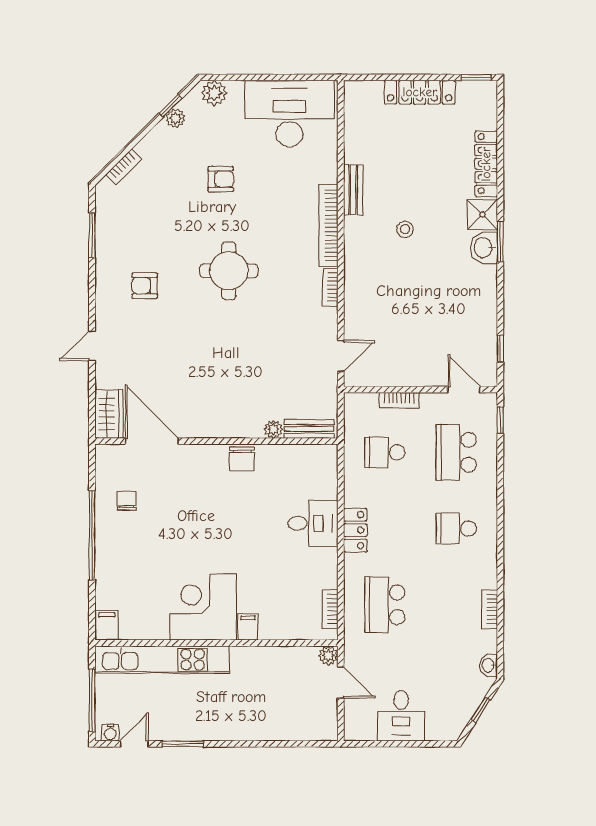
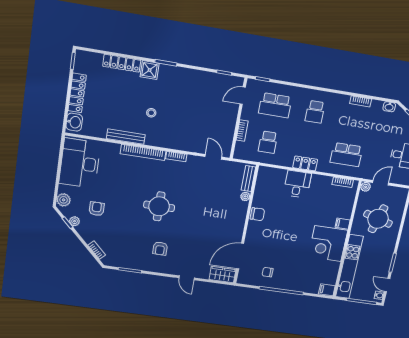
armchair: (221, 179) -> (97, 209), moved
bench: (353, 190) -> (126, 137), width x1.36
washbasin: (484, 248) -> (74, 122), moved, turned -90
round table: (268, 694) -> (378, 219), added

